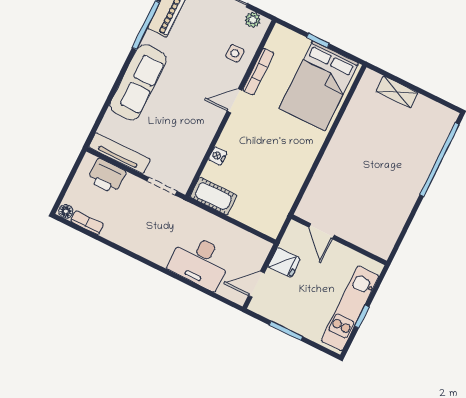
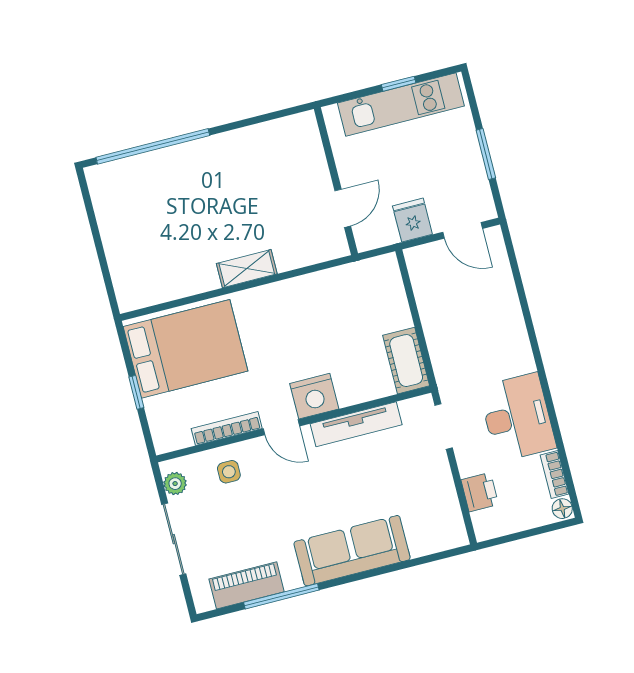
shelving: (397, 92) -> (247, 269), moved, turned 90
tv unit: (119, 153) -> (356, 424), moved, turned -90
nightstand: (218, 156) -> (314, 396), moved, width x1.89, depth x1.79
printer: (107, 176) -> (480, 492), width x0.73, depth x0.81
desk: (200, 262) -> (517, 417), moved

